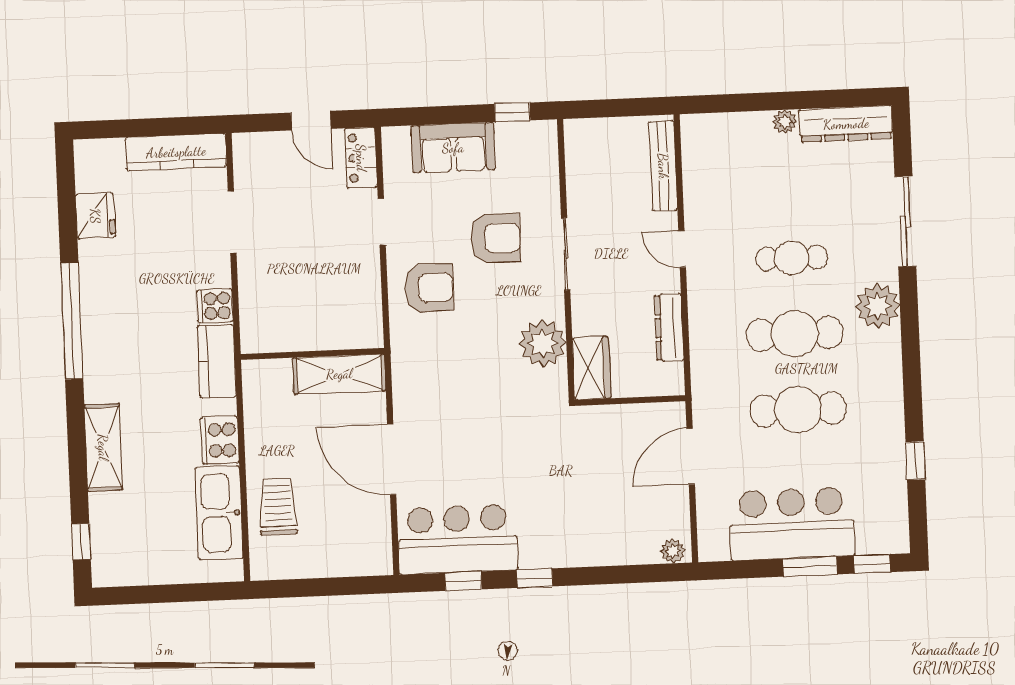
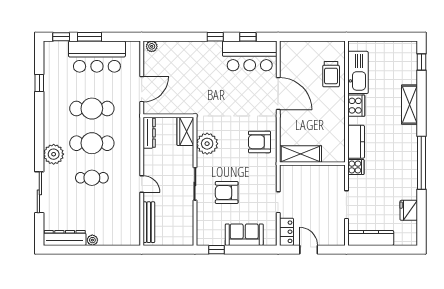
armchair: (429, 288) -> (259, 142), moved
dresser: (669, 328) -> (149, 133), moved
wall: (312, 354) -> (312, 164), moved
shelving: (339, 374) -> (300, 154), moved

